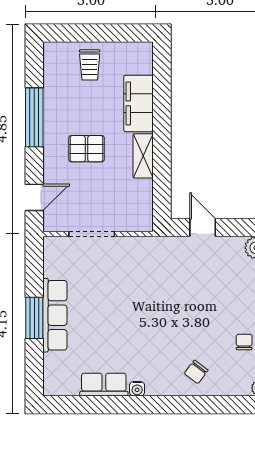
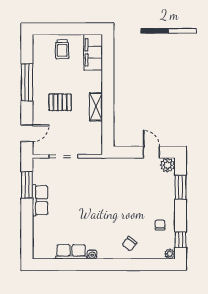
filing cabinet: (139, 103) -> (93, 52), moved
door: (203, 227) -> (151, 152), moved
row of seats: (55, 315) -> (40, 200), width x0.68
window: (34, 318) -> (27, 185), moved

